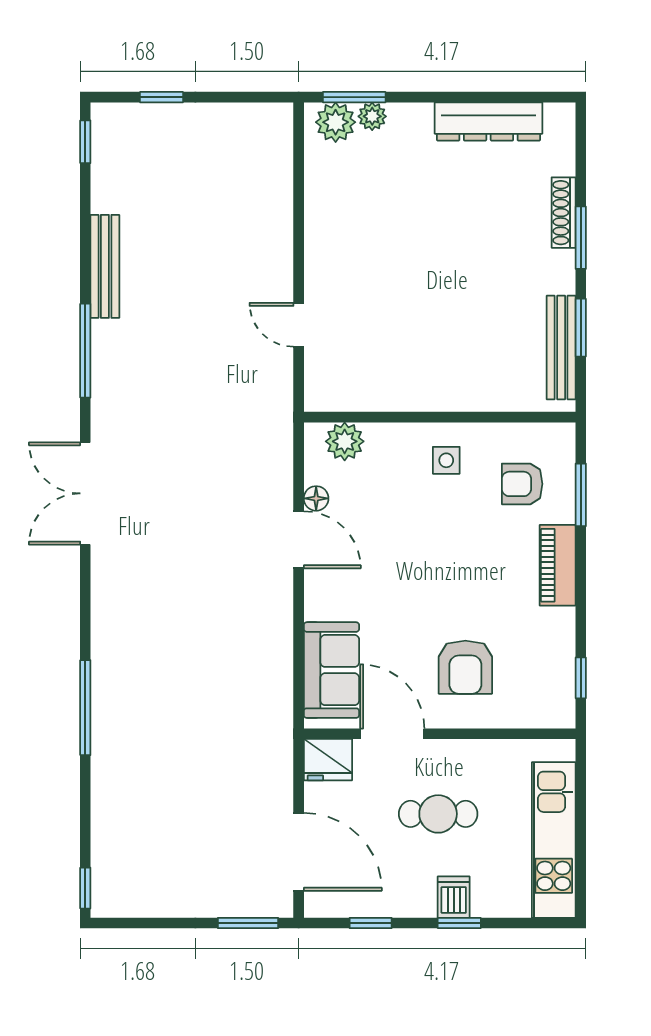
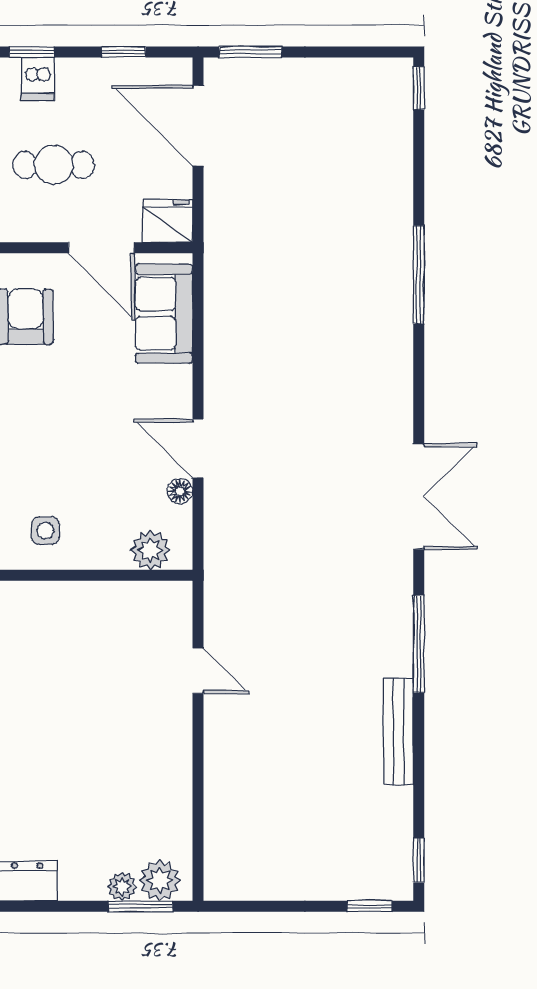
window: (162, 97) -> (369, 906), moved

